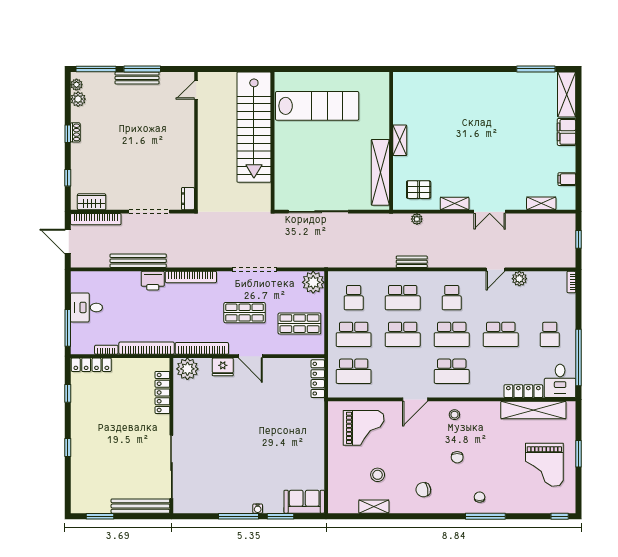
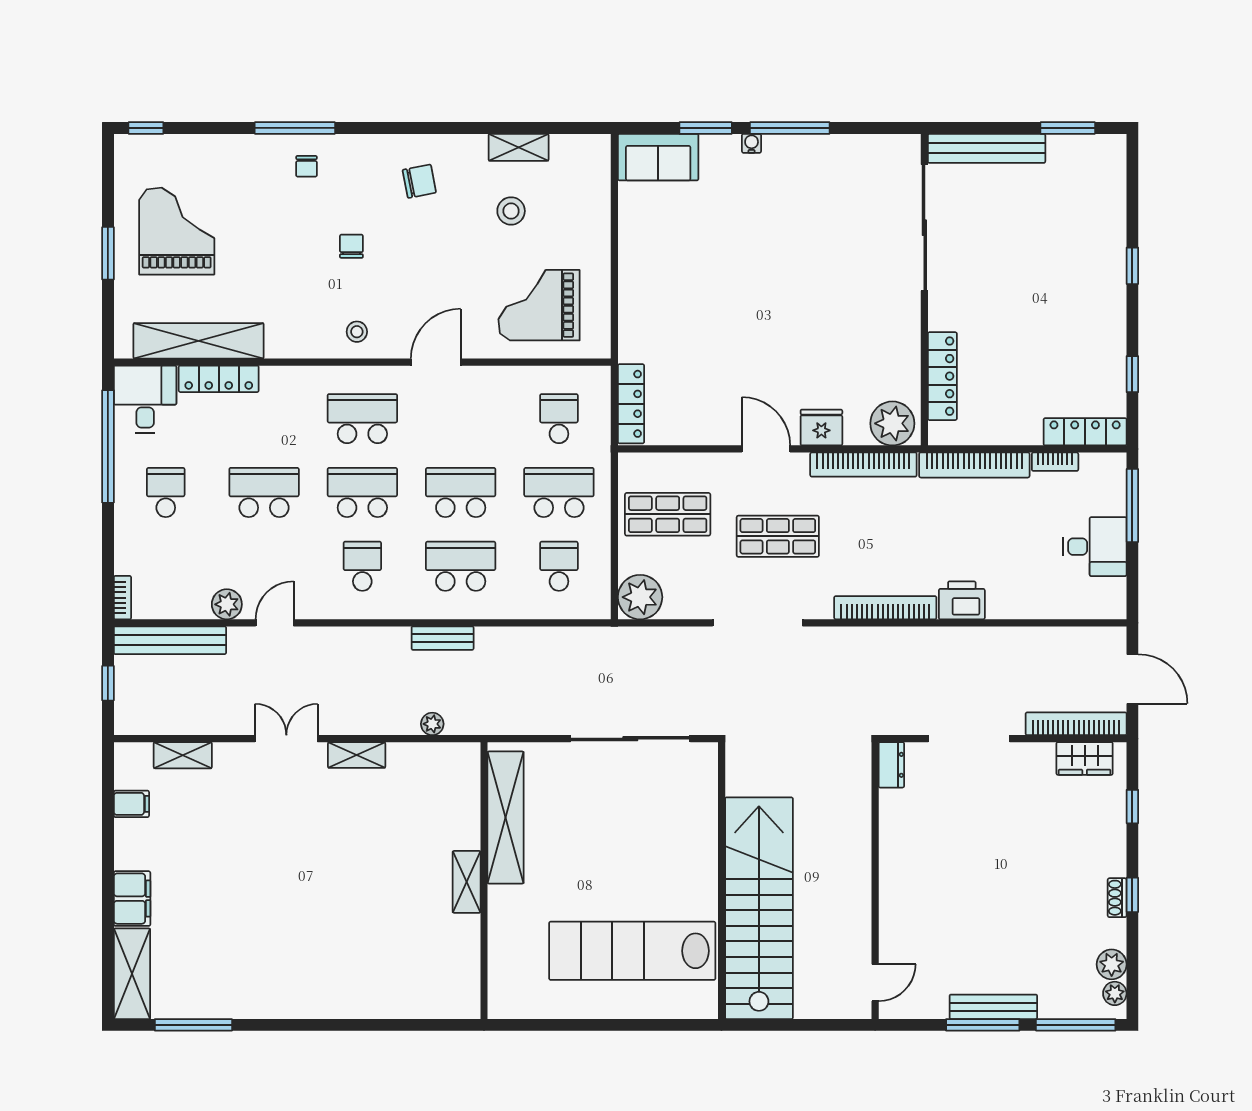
pallet: (419, 190) -> (429, 783), removed
bench: (138, 261) -> (170, 640), moved
school desk: (354, 371) -> (559, 419), width x0.54

